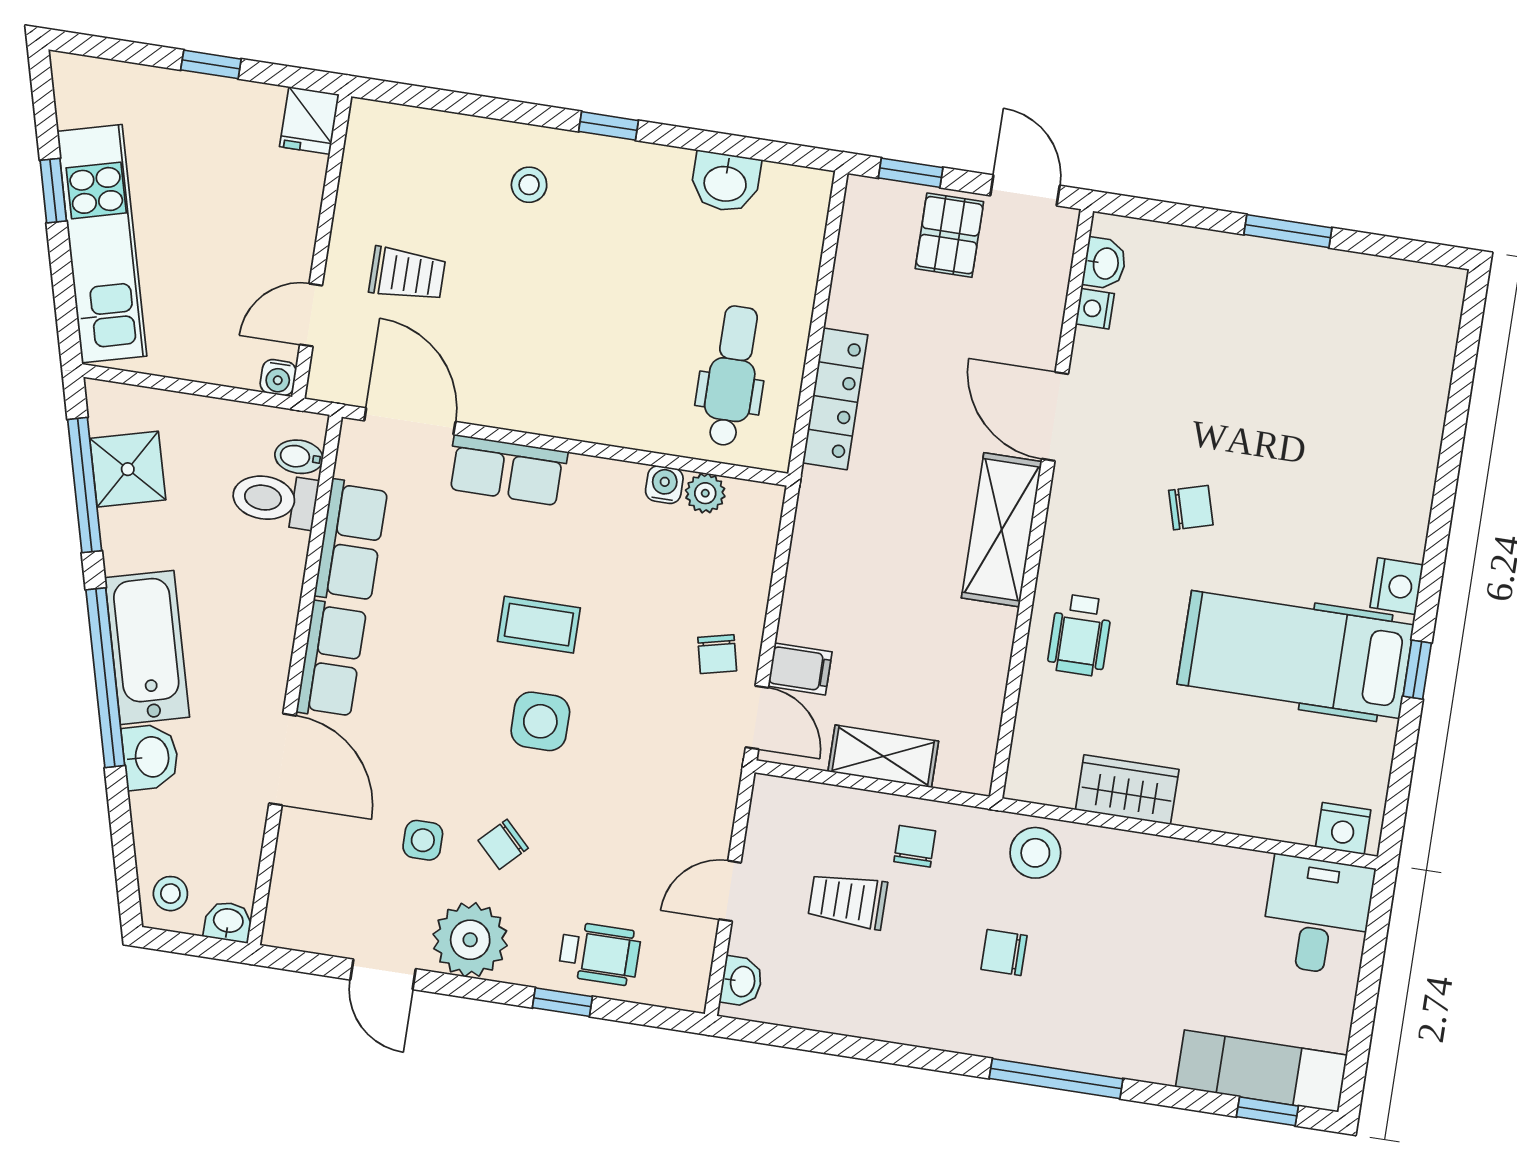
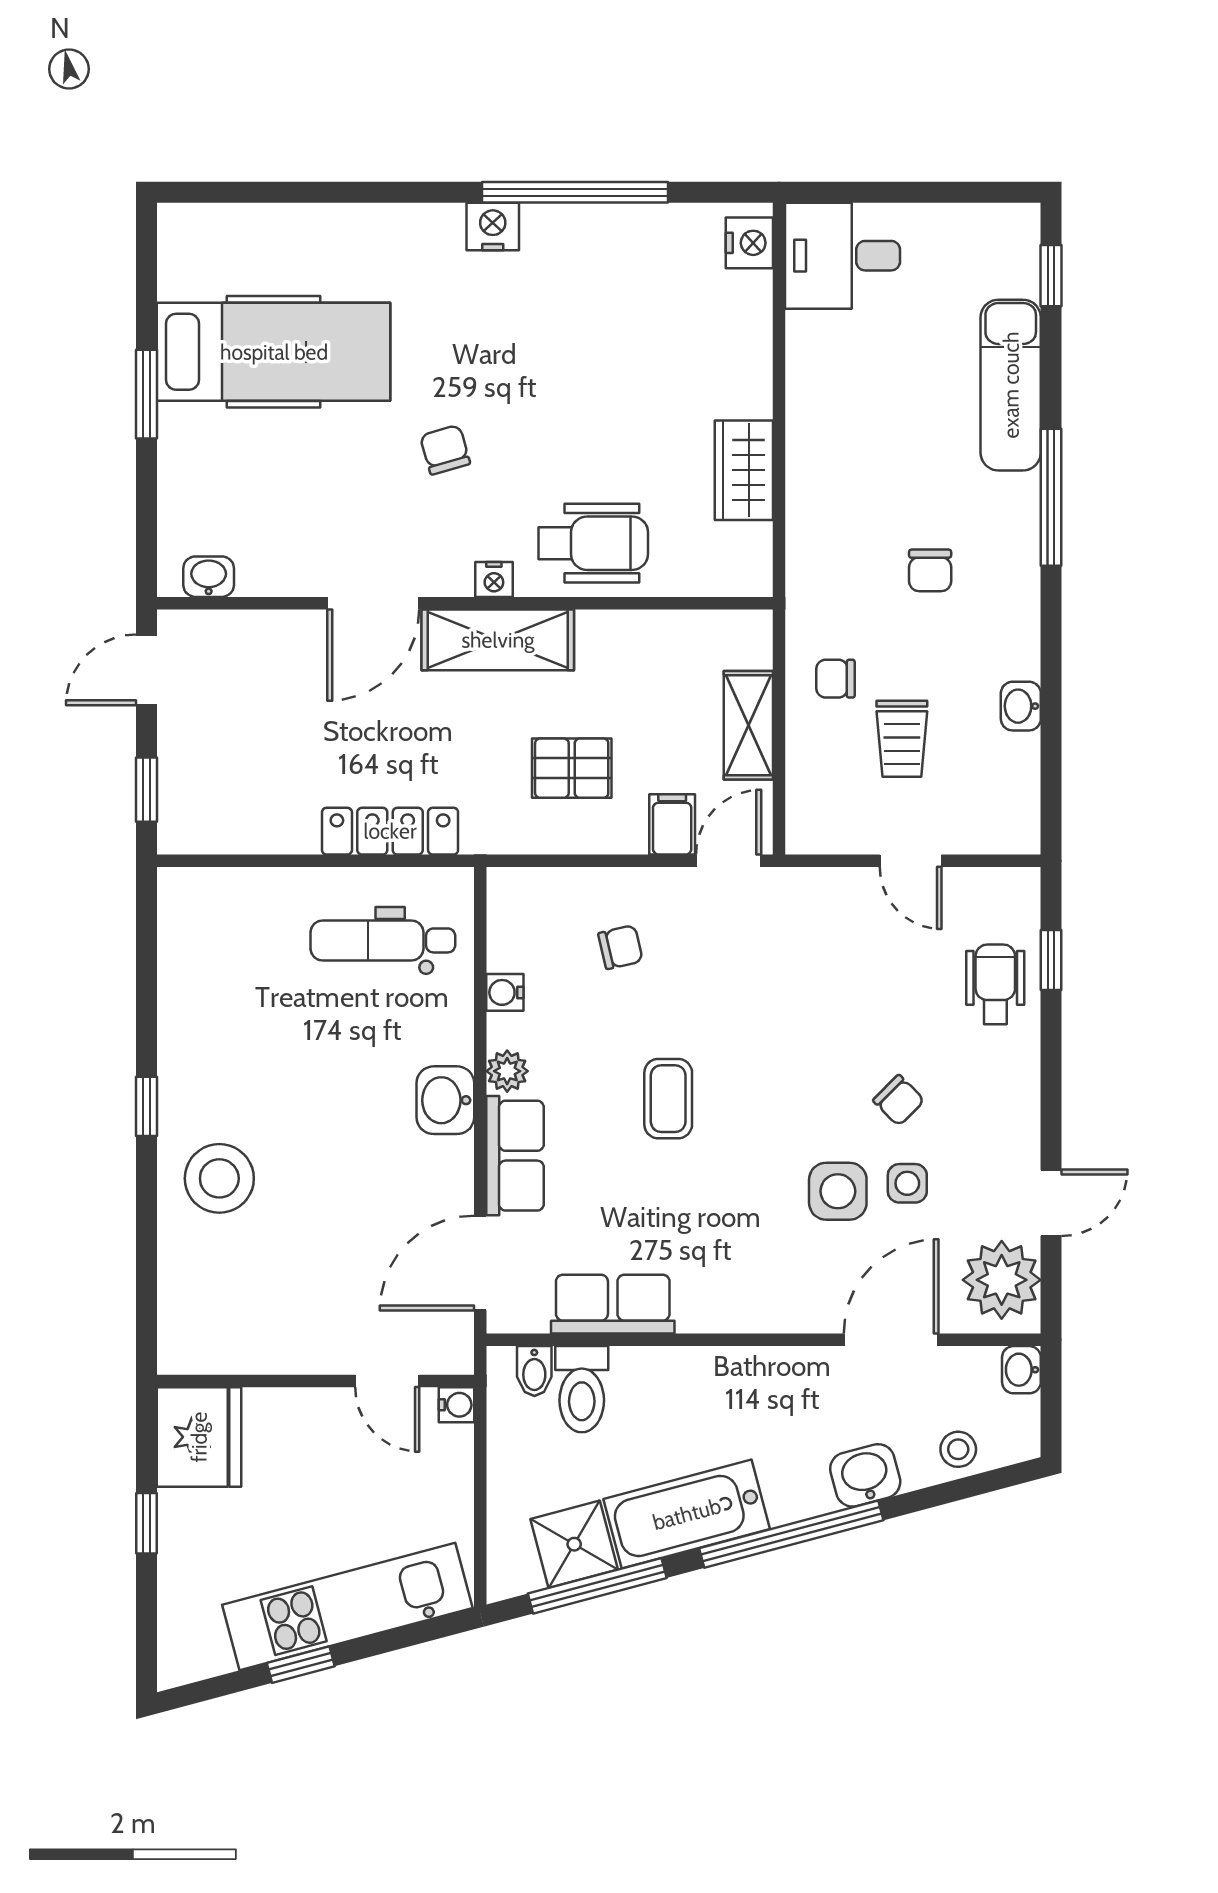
fridge: (309, 120) -> (199, 1437), width x1.88, depth x1.34
washbasin: (725, 182) -> (445, 1100), moved, turned 180
stool: (529, 185) -> (219, 1178), width x1.89, depth x1.89
pallet: (949, 235) -> (572, 768), moved
trolley: (407, 274) -> (330, 1289), removed
nightstand: (1095, 309) -> (494, 579), moved
plant: (705, 493) -> (507, 1071), moved
wheelchair: (1080, 635) -> (593, 543), width x1.36, depth x1.37
bathtub: (147, 647) -> (687, 1514), moved
chair: (717, 654) -> (620, 947), moved
hospital bed: (1296, 655) -> (274, 352), moved, turned -90
row of seats: (331, 660) -> (737, 1305), removed
window: (1417, 670) -> (575, 192), width x3.17
side table: (540, 721) -> (838, 1191), moved
door: (283, 759) -> (891, 1340), moved
stool: (1035, 853) -> (823, 554), removed
stool: (170, 894) -> (958, 1449), moved
plant: (470, 940) -> (1002, 1280), moved
washbasin: (741, 981) -> (1021, 706), moved, turned -90
window: (562, 1002) -> (1051, 960), moved
exam couch: (1261, 1071) -> (1011, 385), moved

